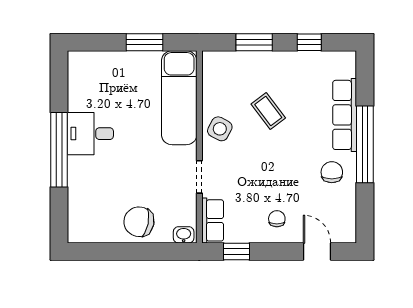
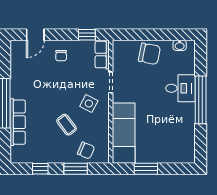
side table: (220, 129) -> (89, 104), moved
desk: (90, 134) -> (181, 88), moved
chair: (332, 172) -> (86, 150), moved, turned -67
washbasin: (184, 235) -> (180, 45), moved
door: (317, 251) -> (35, 35), hinge flipped

